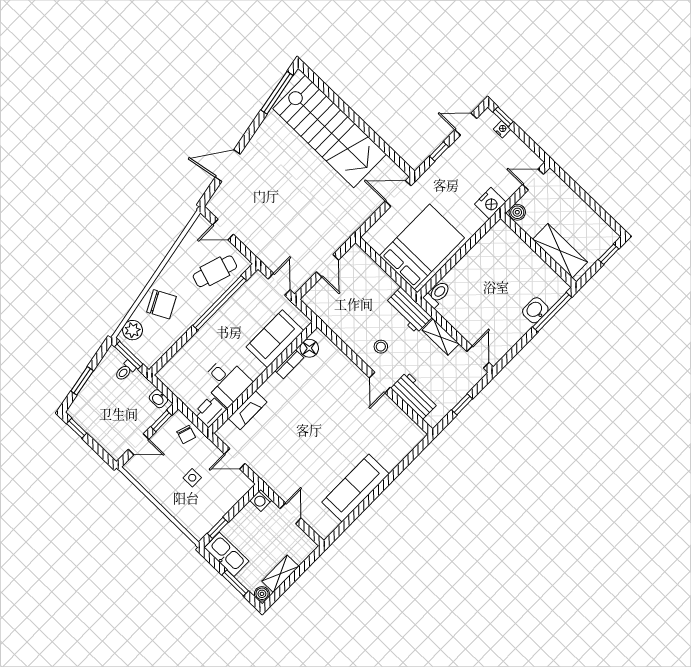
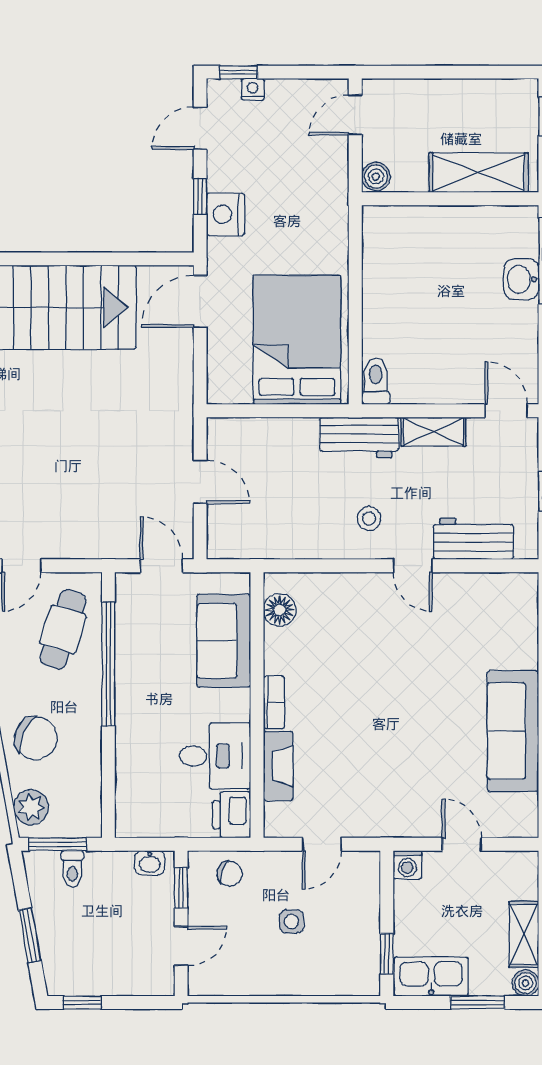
nightstand: (490, 203) -> (225, 214), moved, turned 180
chair: (161, 304) -> (36, 738), turned 51
bookcase: (289, 364) -> (274, 703), moved

